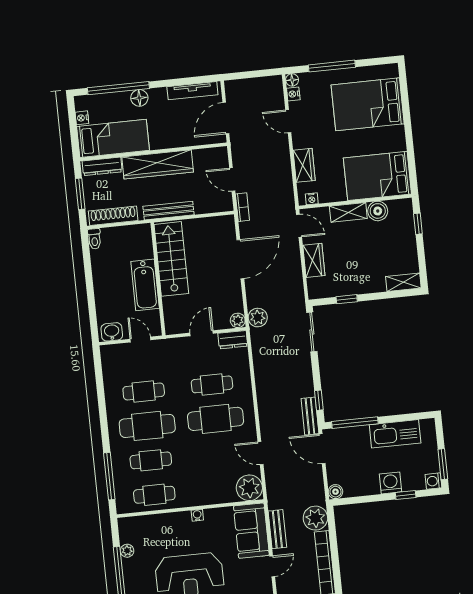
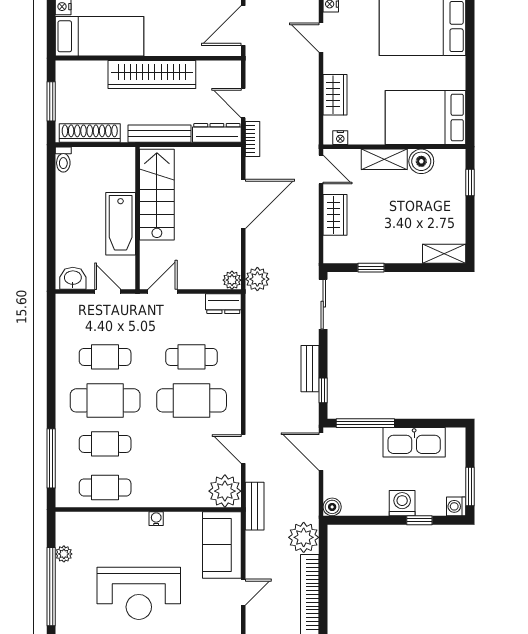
dresser: (102, 166) -> (217, 133), moved, turned 180
door: (202, 333) -> (163, 291), moved
bench: (310, 416) -> (310, 369), moved
bench: (277, 529) -> (255, 506), moved

